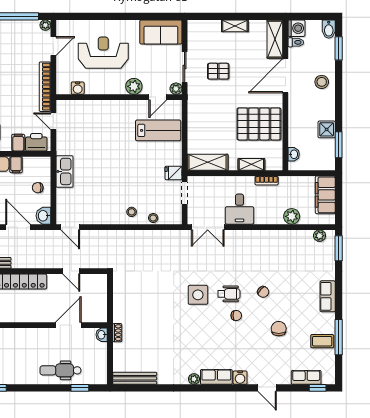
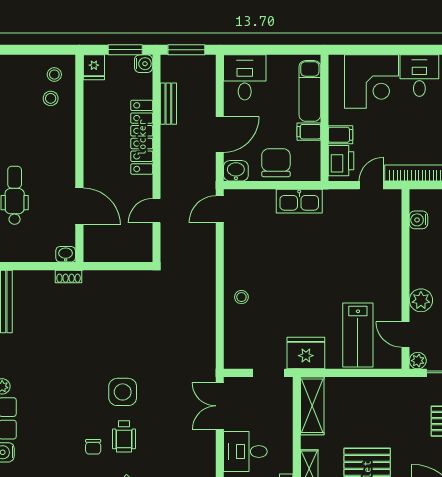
fridge: (173, 173) -> (306, 353), width x1.88, depth x1.34
chair: (38, 188) -> (276, 163), width x1.87, depth x1.87
stool: (153, 218) -> (233, 328), removed

